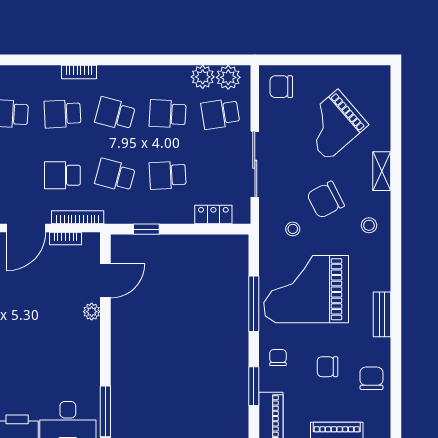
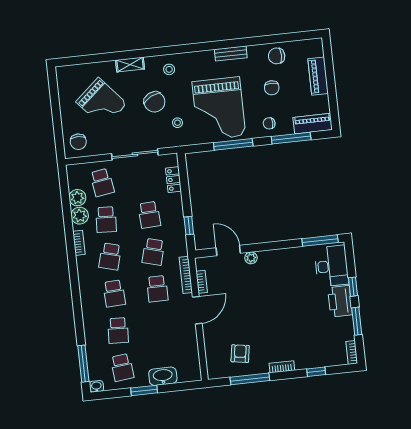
bookcase: (79, 72) -> (79, 243), moved
plant: (228, 77) -> (80, 216), moved
door: (26, 228) -> (197, 310), hinge flipped
window: (254, 386) -> (291, 138), width x1.44

